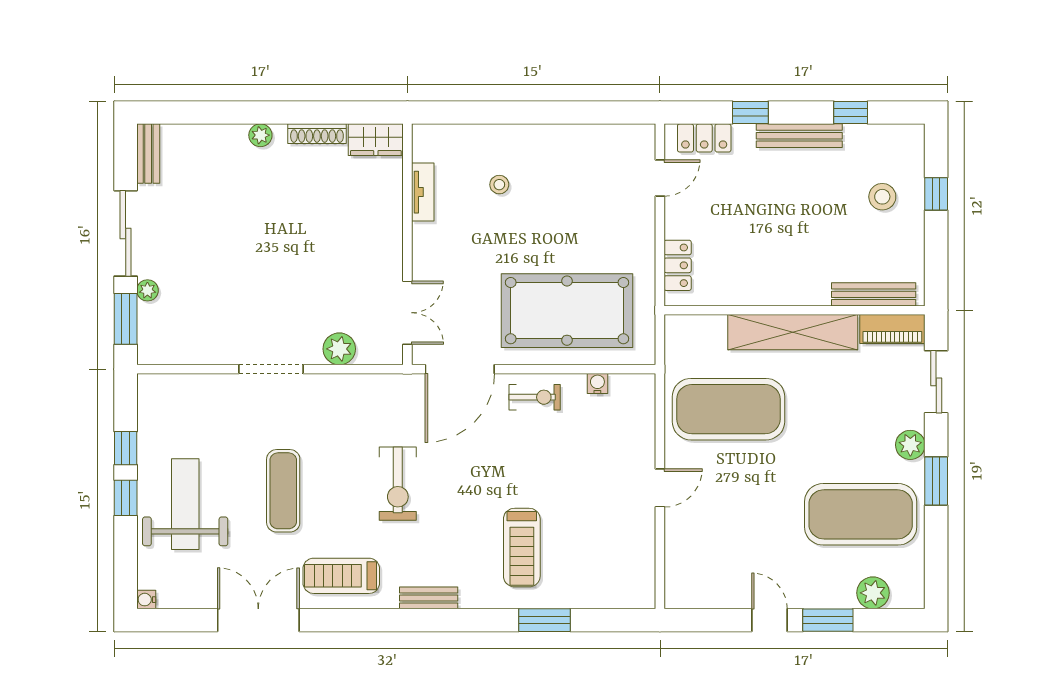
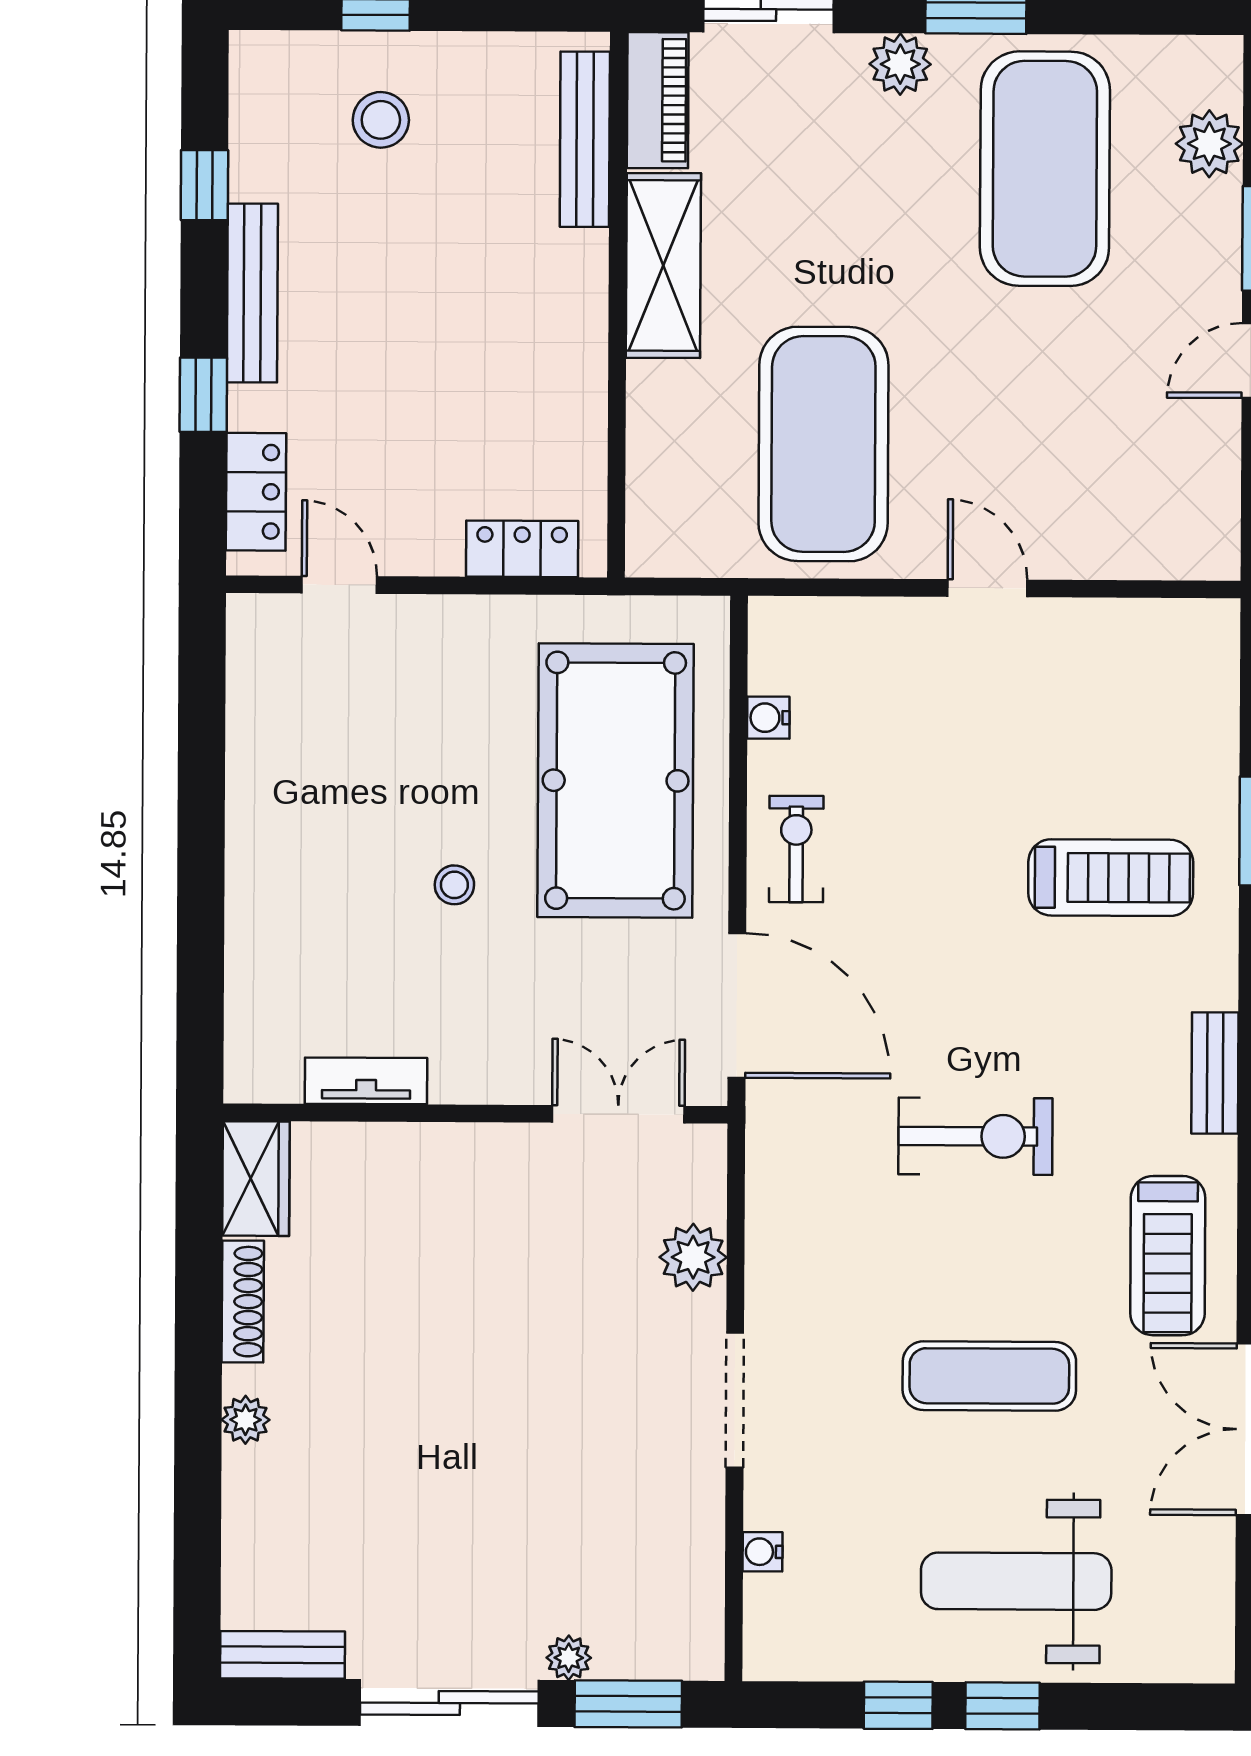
stool: (499, 185) -> (454, 885), moved
shelving: (793, 332) -> (663, 265), width x0.68
water cooler: (146, 600) -> (763, 1552), moved, turned 90

